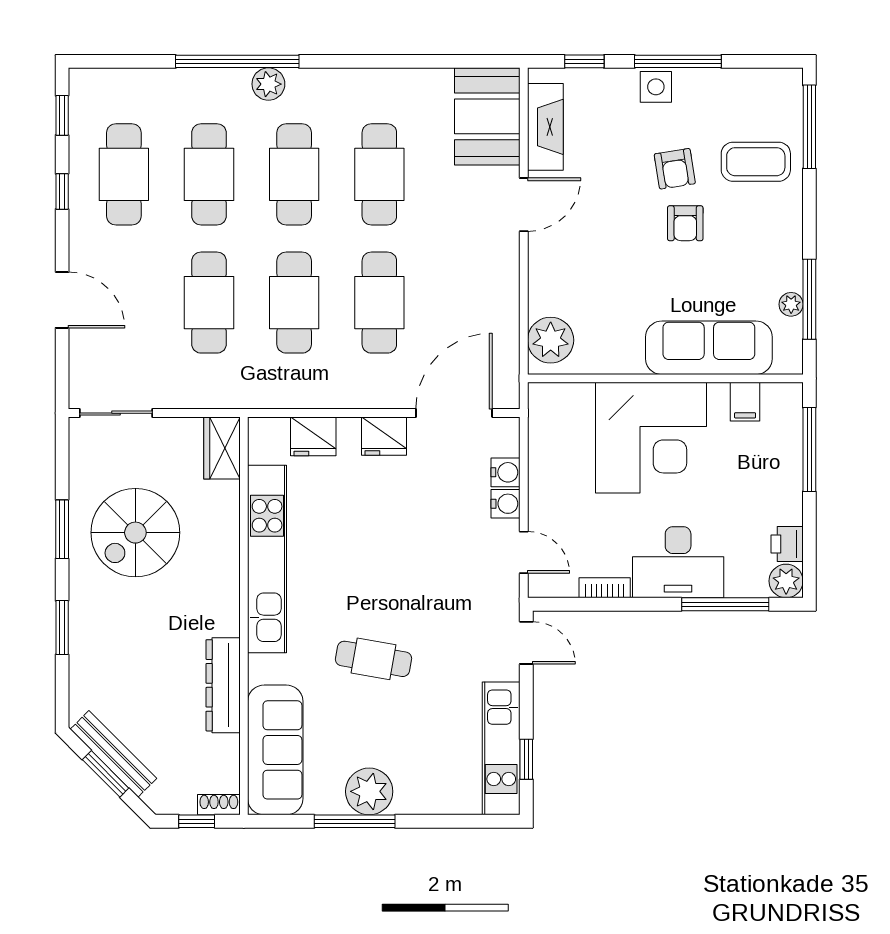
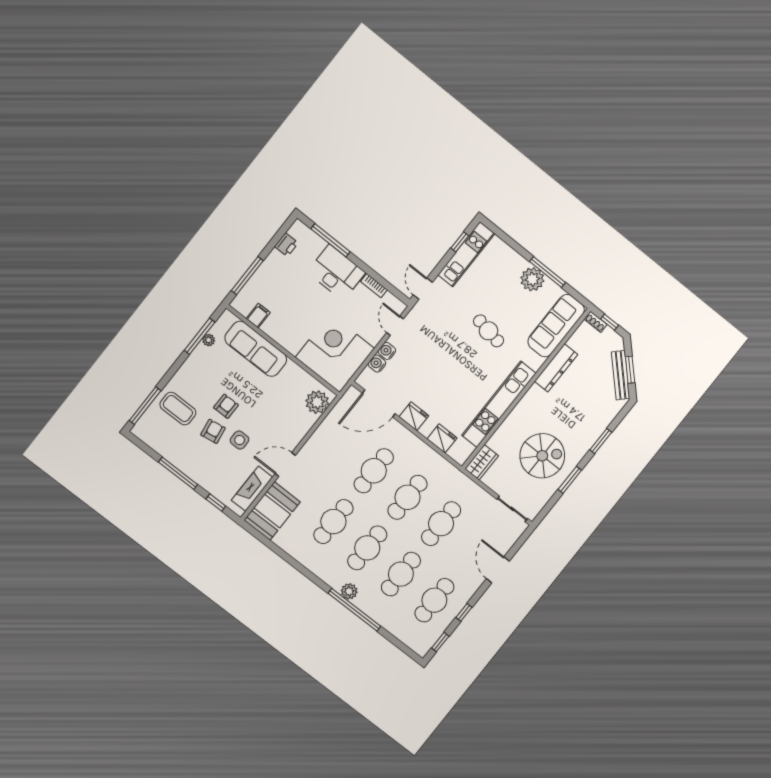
side table: (656, 87) -> (240, 440), moved
corner desk: (651, 438) -> (335, 353), moved
plant: (786, 581) -> (299, 230), removed

